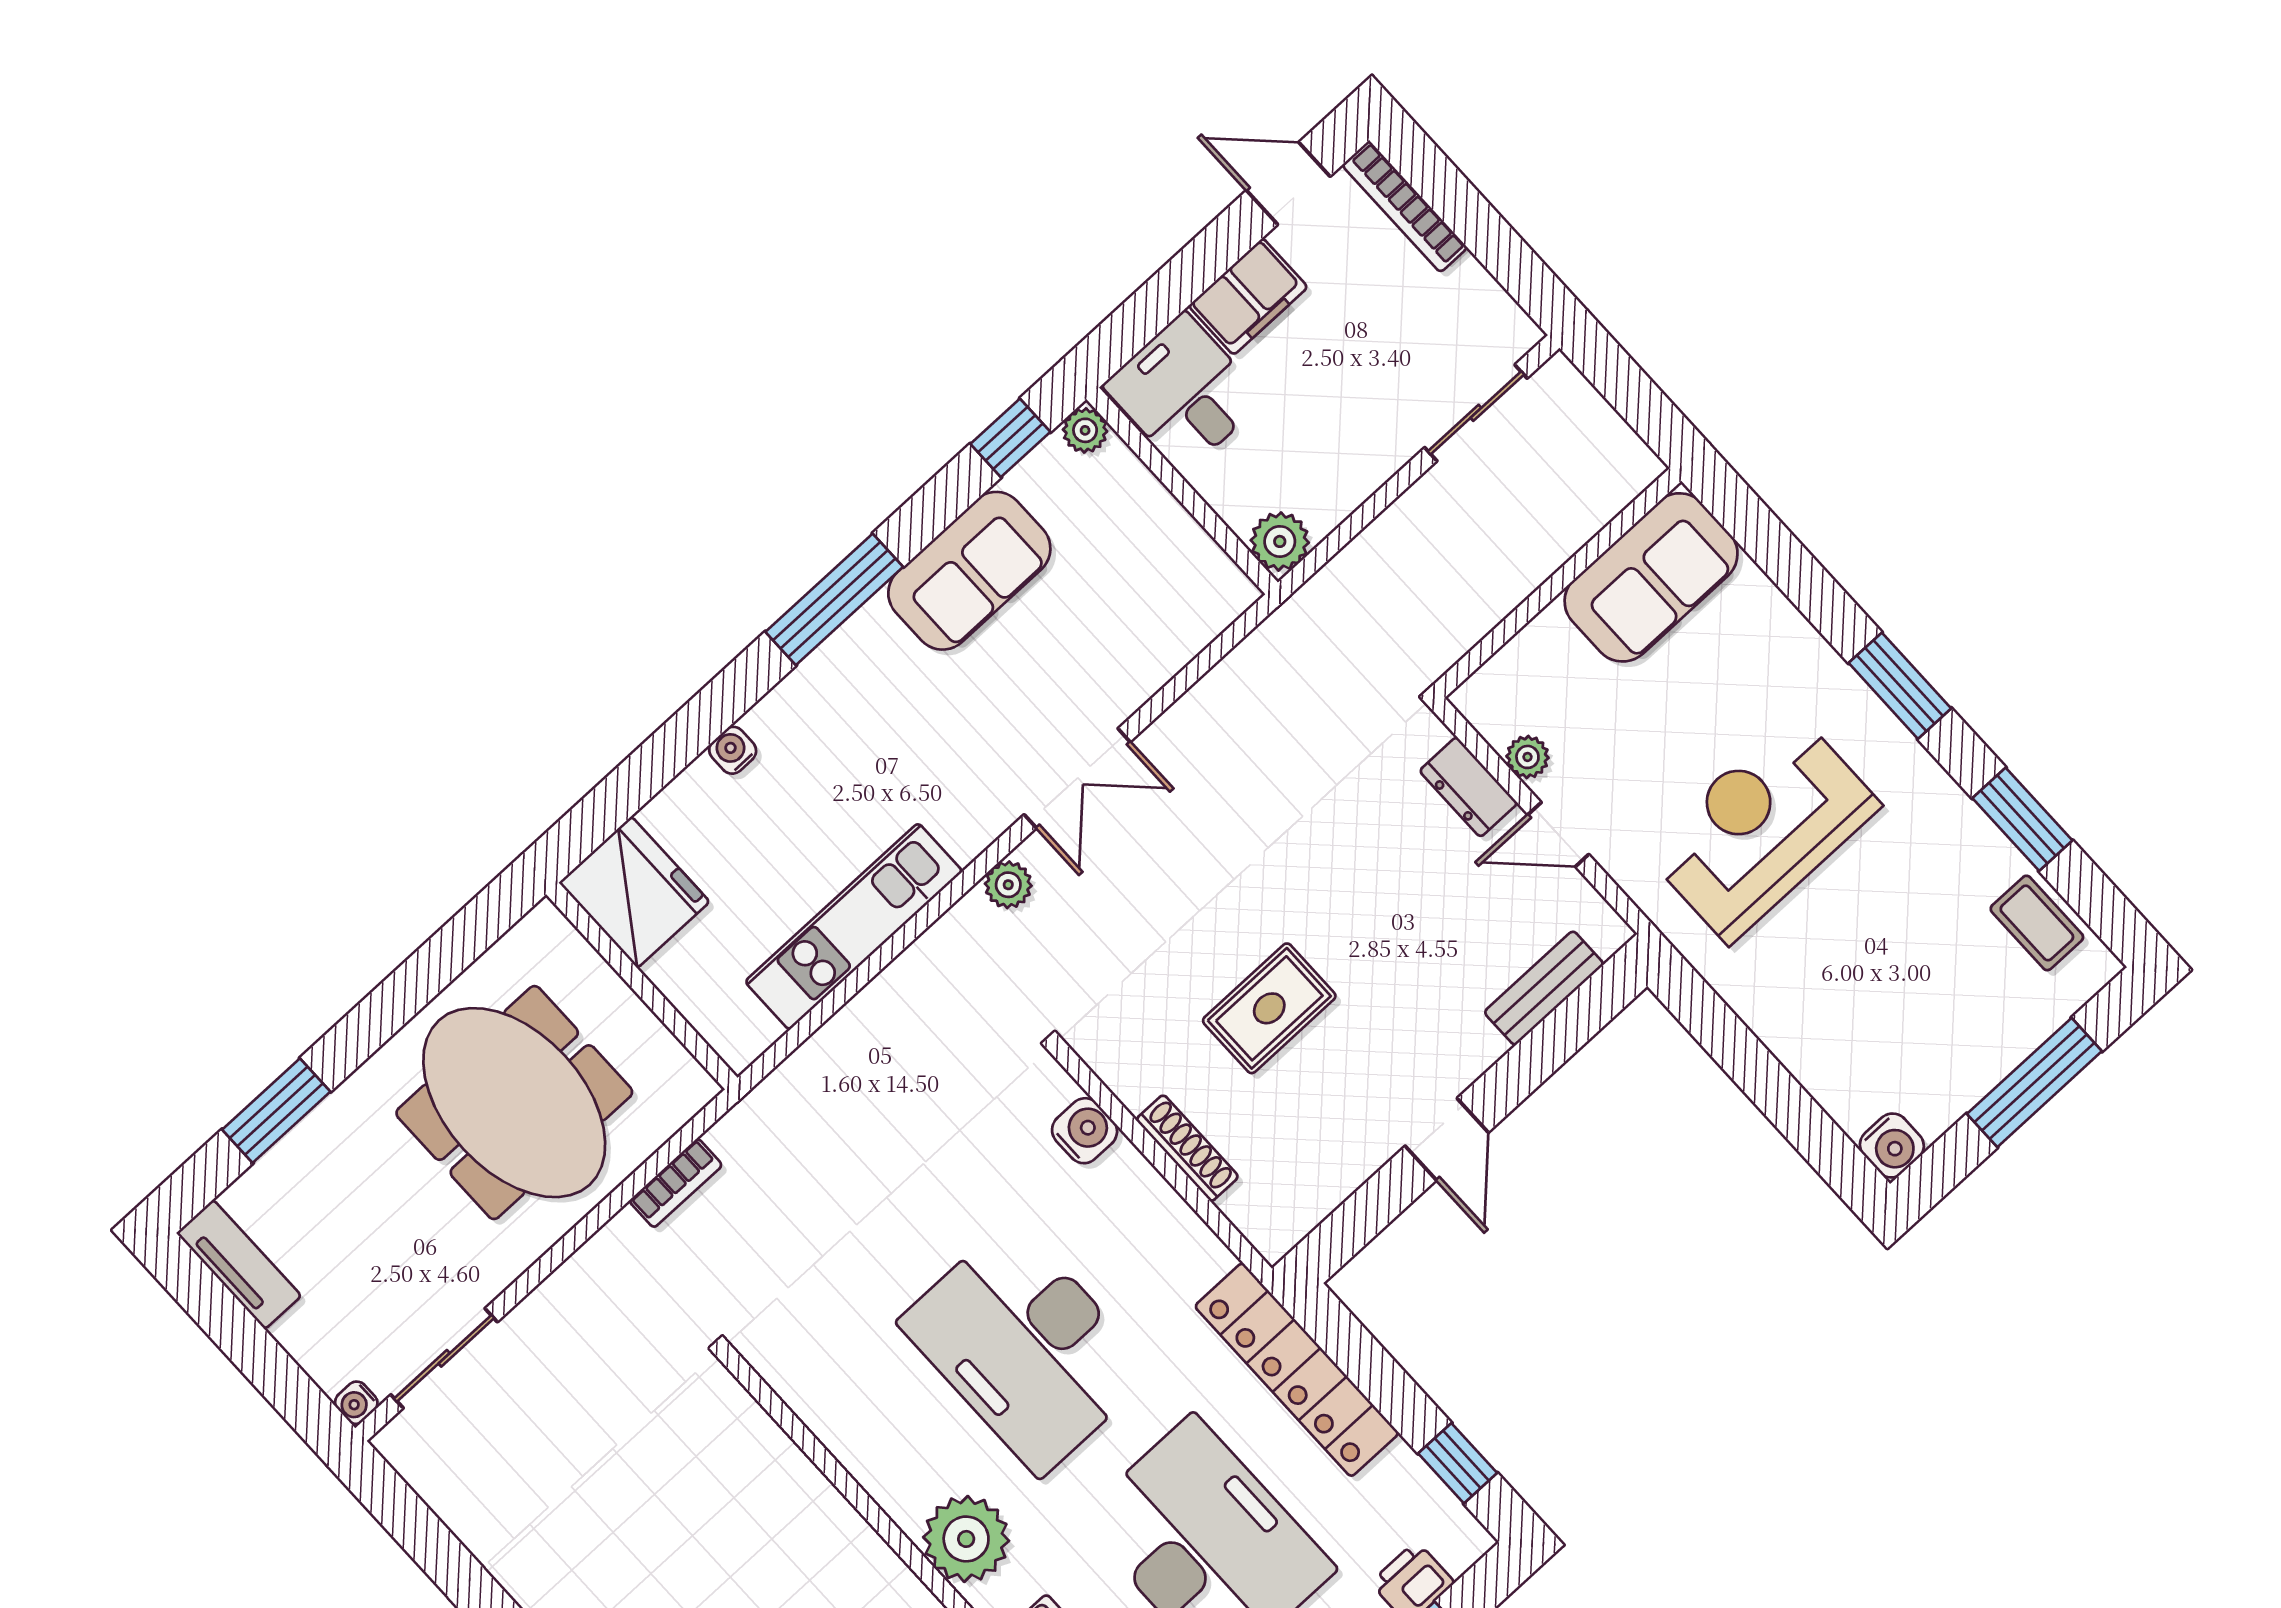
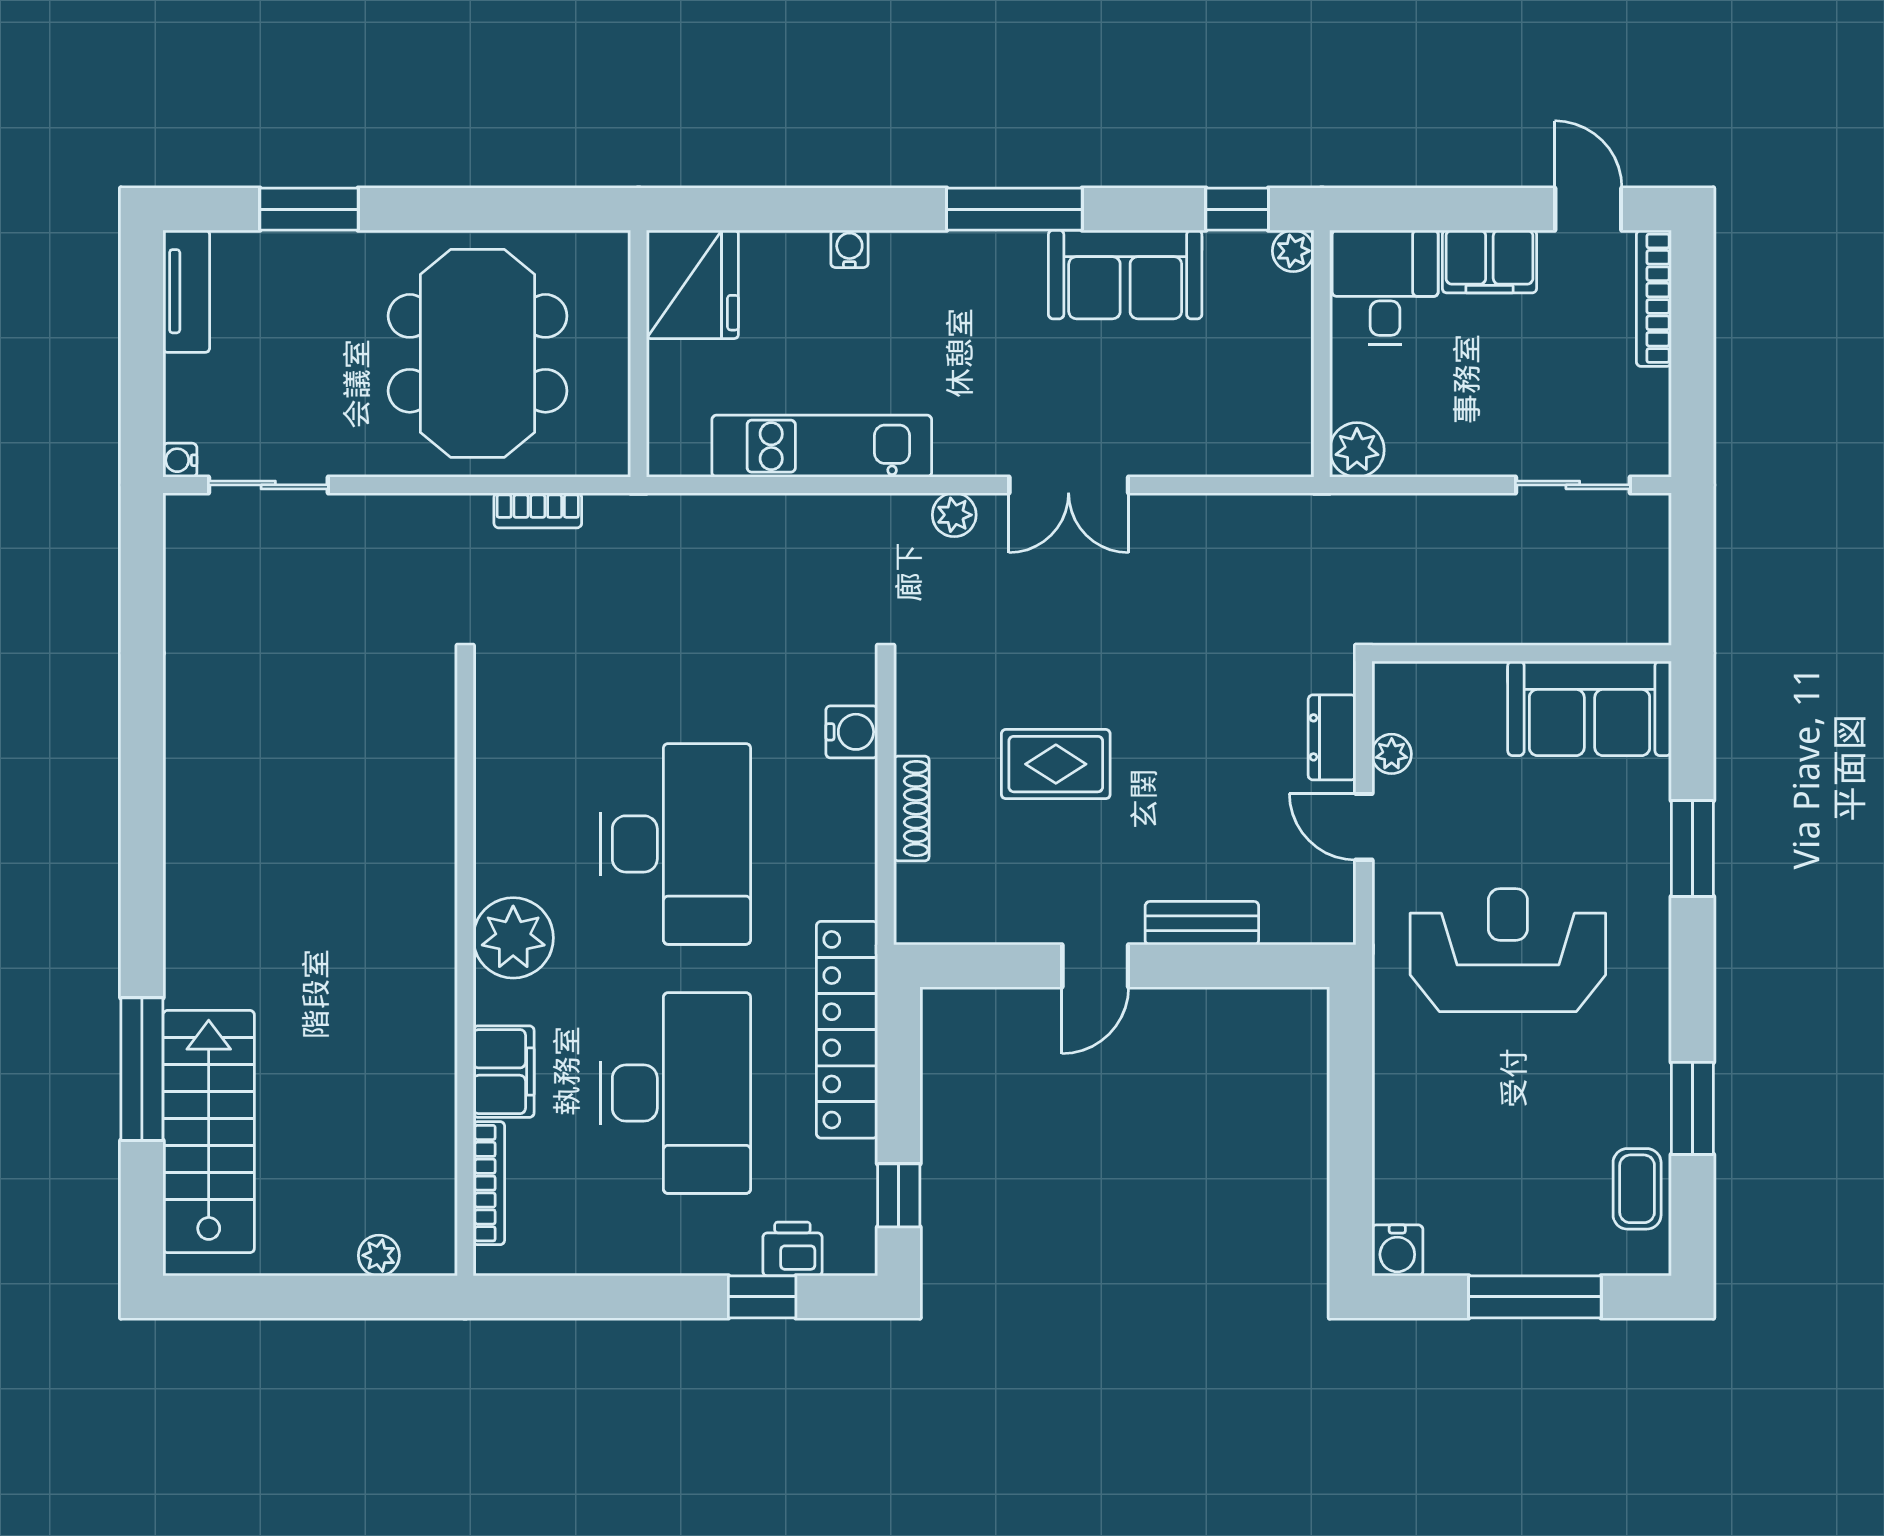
window: (1900, 686) -> (1692, 849), moved
bench: (1544, 988) -> (1202, 923), moved
desk: (1026, 1347) -> (675, 844), turned 180

